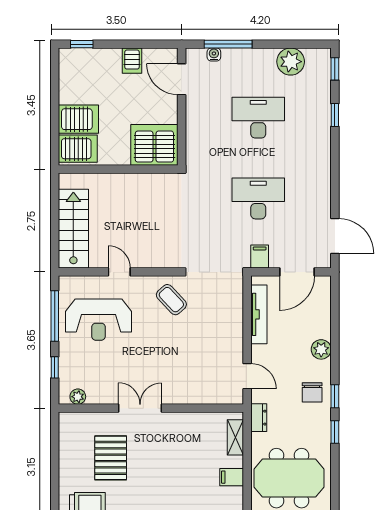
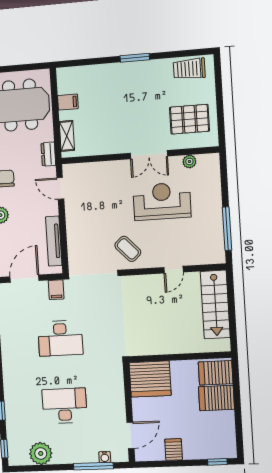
door: (182, 79) -> (130, 435), hinge flipped
desk: (258, 118) -> (65, 406), turned 180
door: (119, 272) -> (174, 270), hinge flipped
reception desk: (98, 320) -> (162, 201), moved
window: (55, 367) -> (224, 184), removed
plant: (78, 397) -> (189, 161), moved
pallet: (111, 458) -> (189, 119), moved, turned 90

